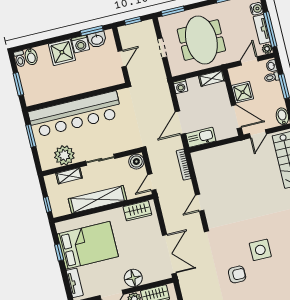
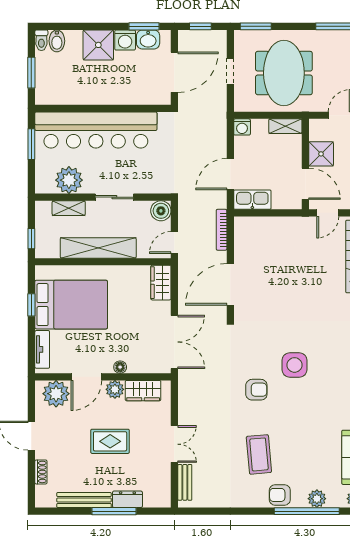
door: (122, 59) -> (174, 72), width x1.88
door: (200, 203) -> (230, 284), width x1.87
wardrobe: (137, 211) -> (161, 283), moved, turned 90
floor lamp: (133, 278) -> (120, 367), width x0.53, depth x0.53

